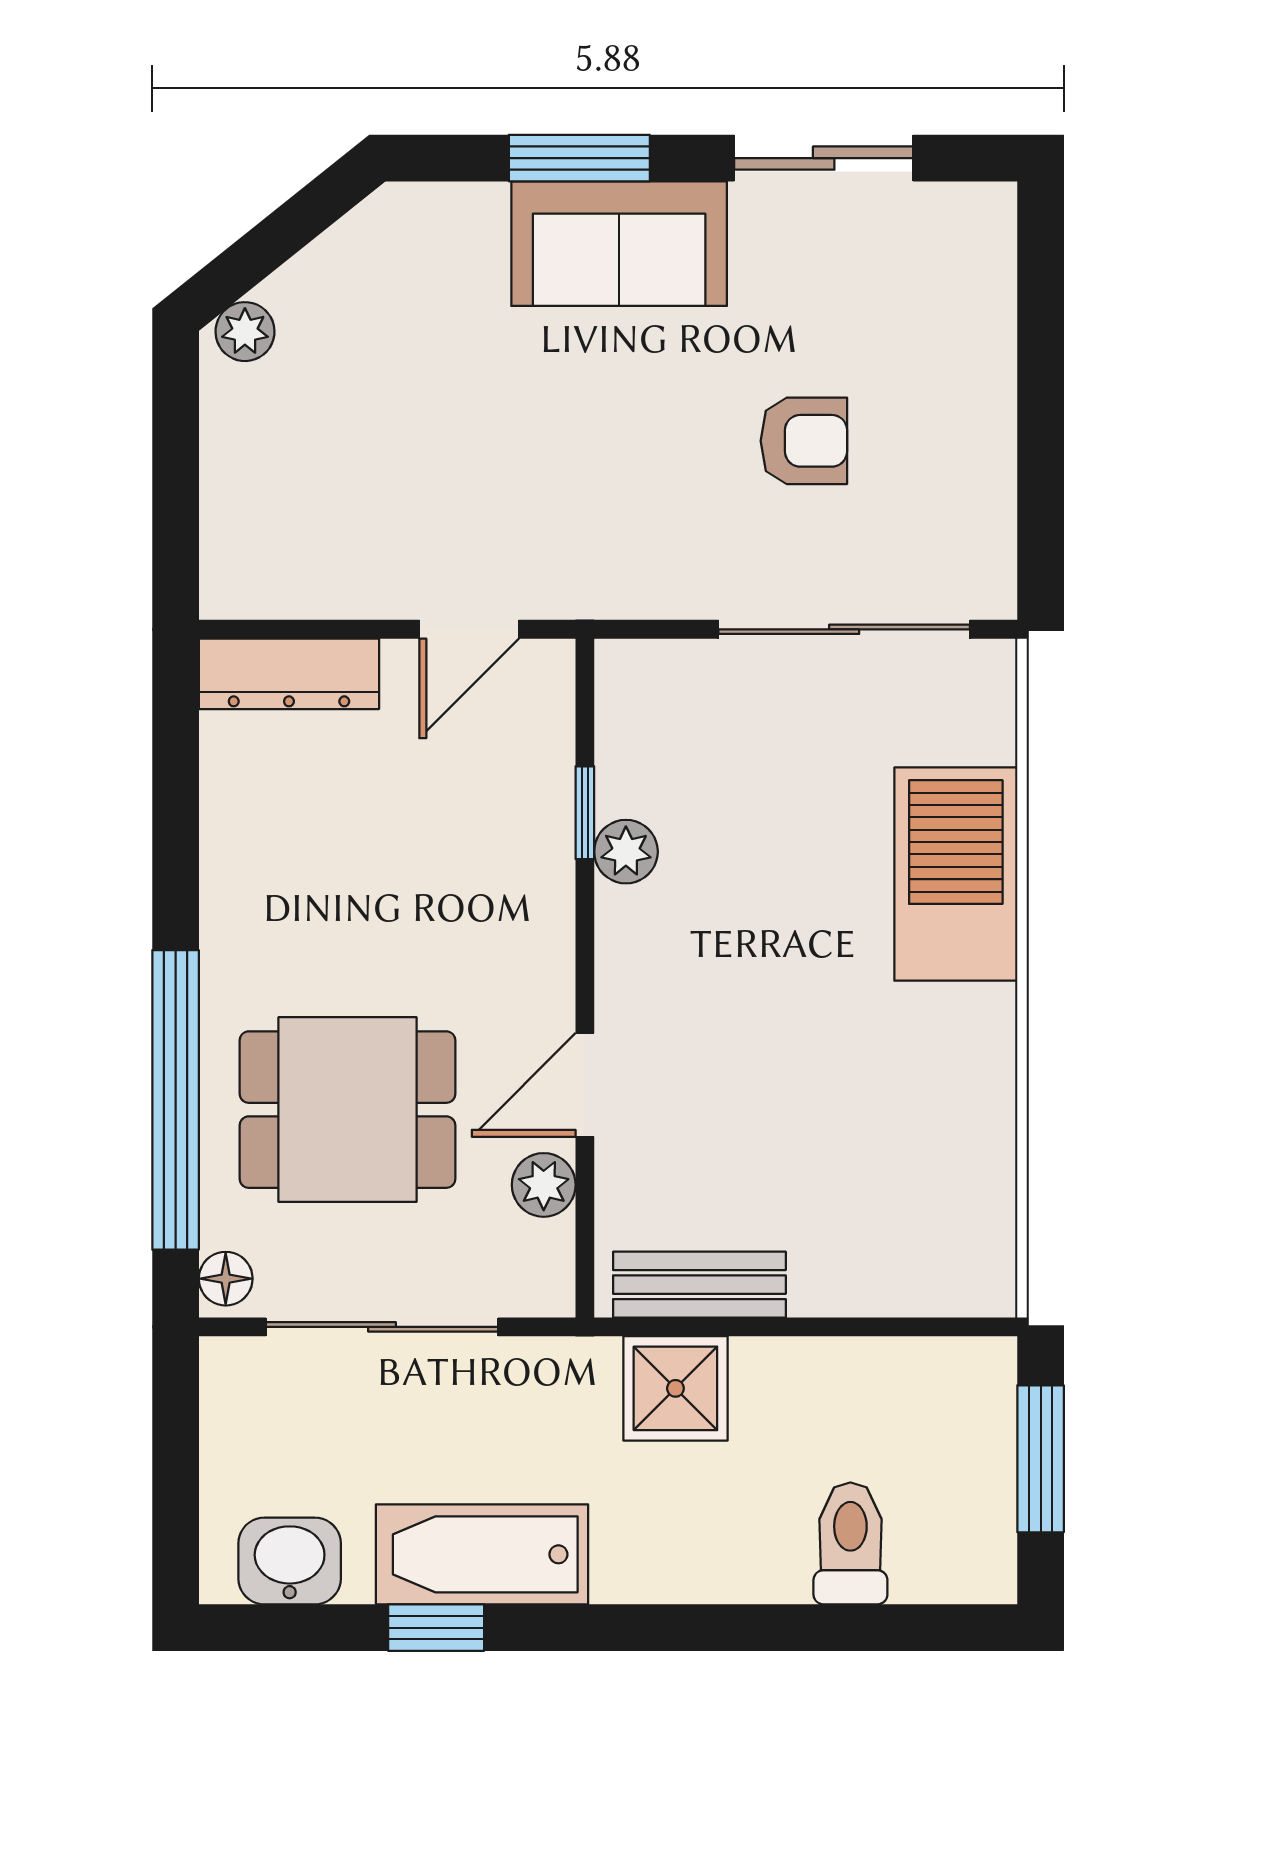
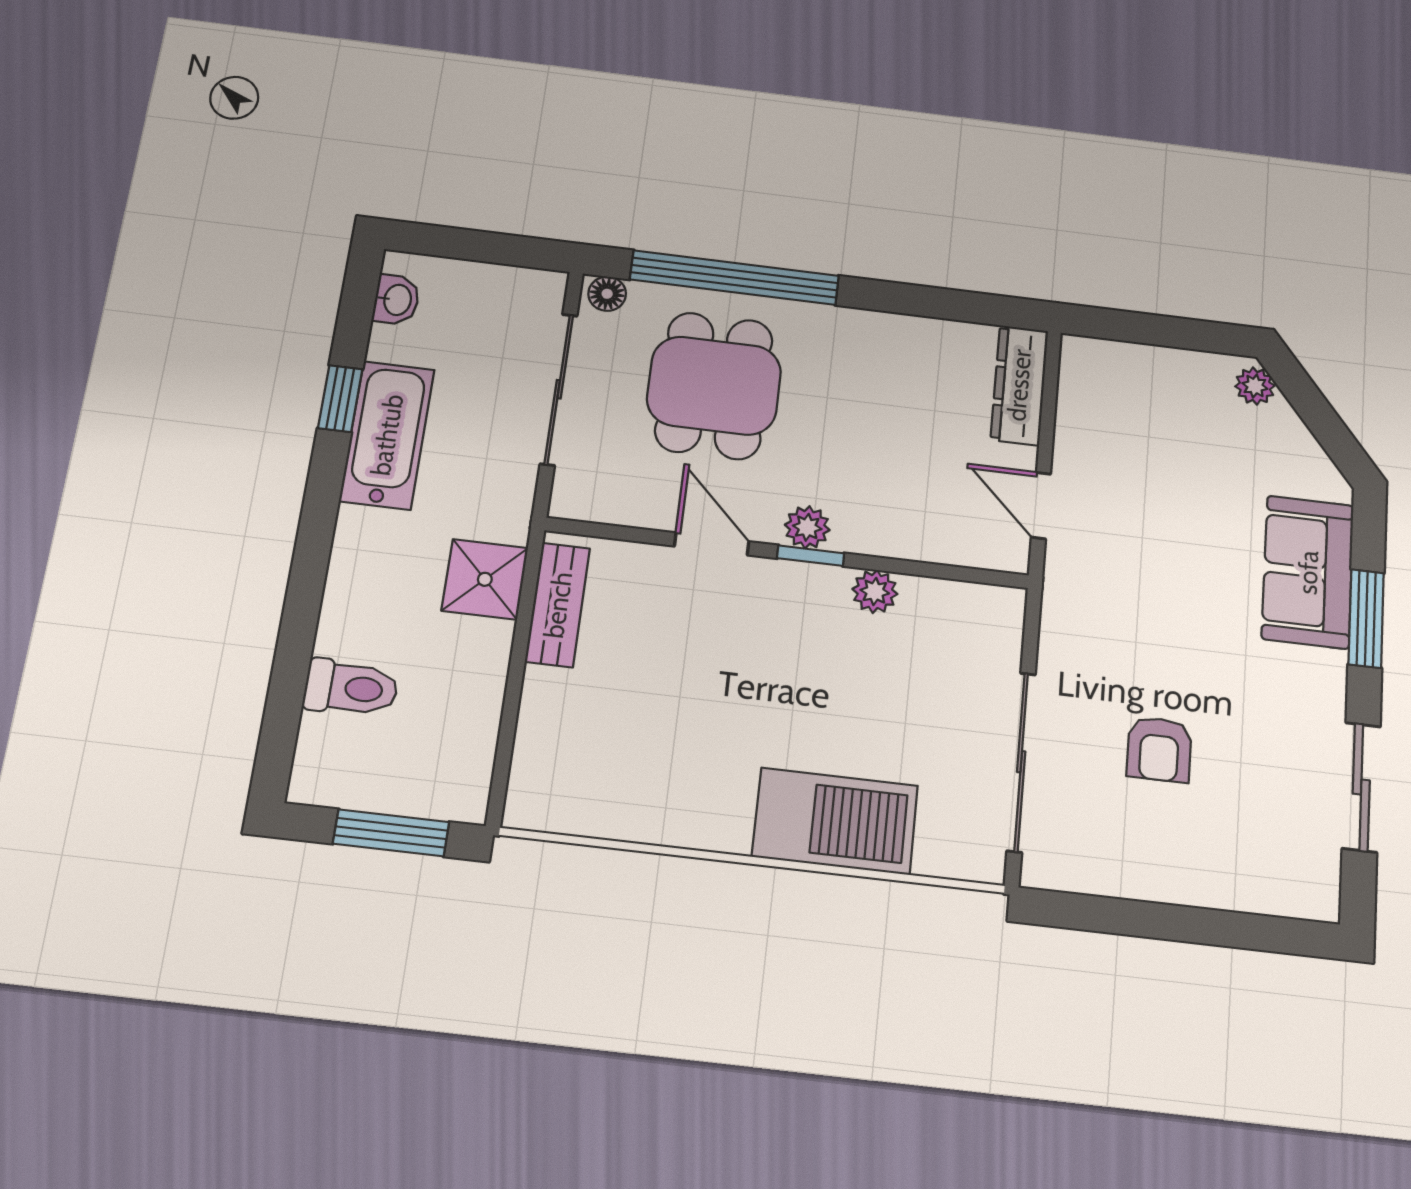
sofa: (619, 244) -> (1308, 572), moved
window: (585, 813) -> (811, 556), moved
plant: (544, 1185) -> (807, 527), moved
washbasin: (290, 1561) -> (396, 300), width x0.72, depth x0.69

